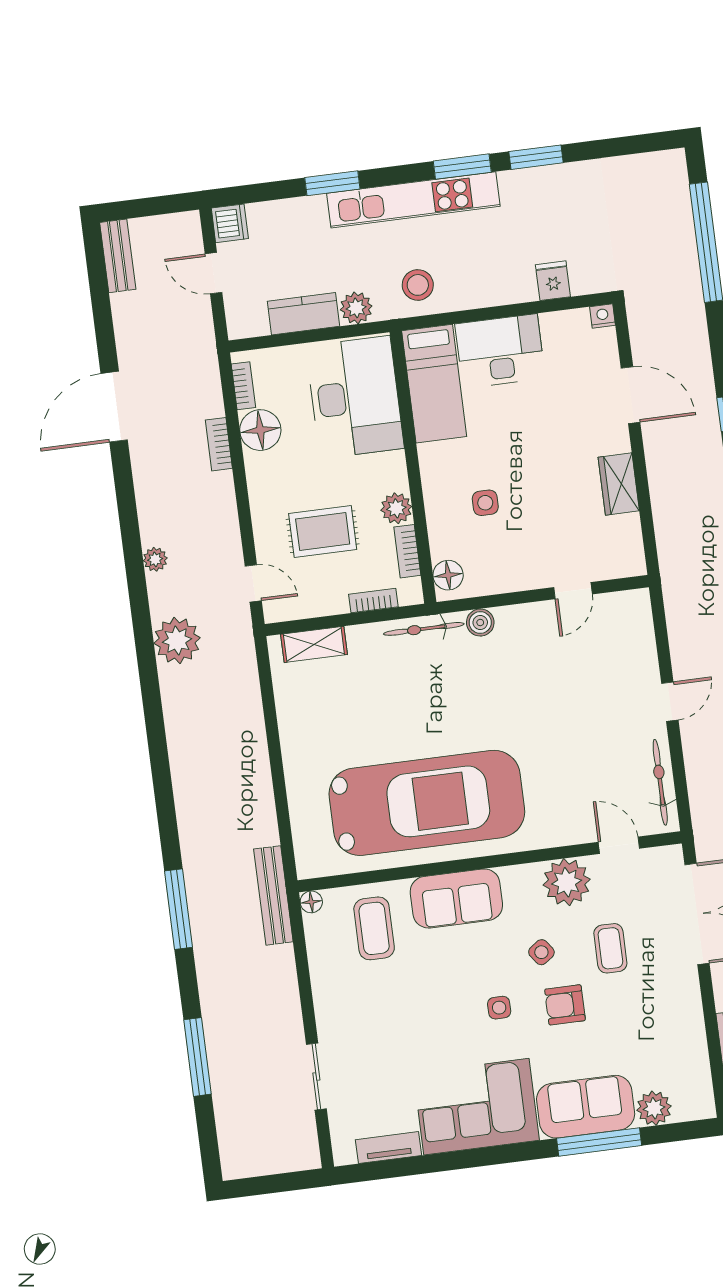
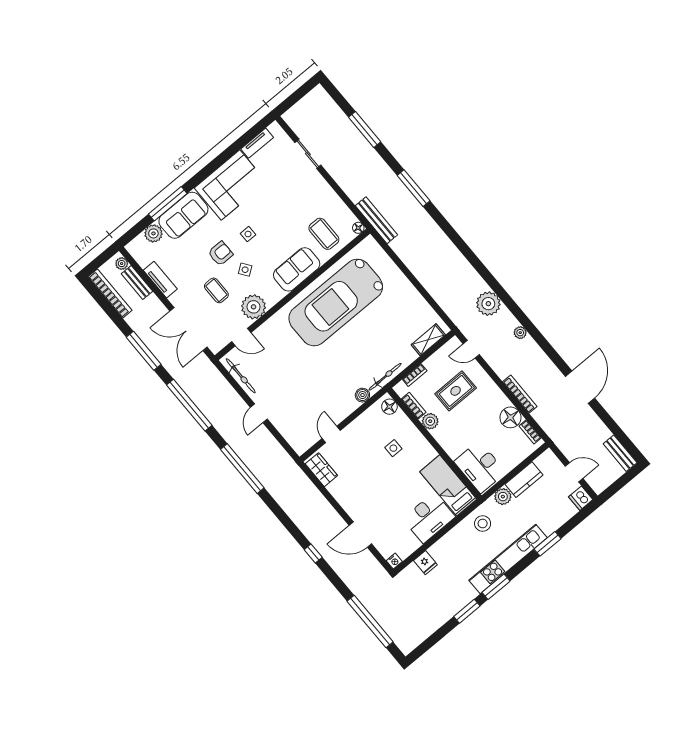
desk: (355, 397) -> (480, 467), width x0.73, depth x0.77
bookcase: (219, 444) -> (520, 394), width x1.56
wardrobe: (619, 484) -> (321, 470), moved
tv unit: (691, 1025) -> (160, 280), added

